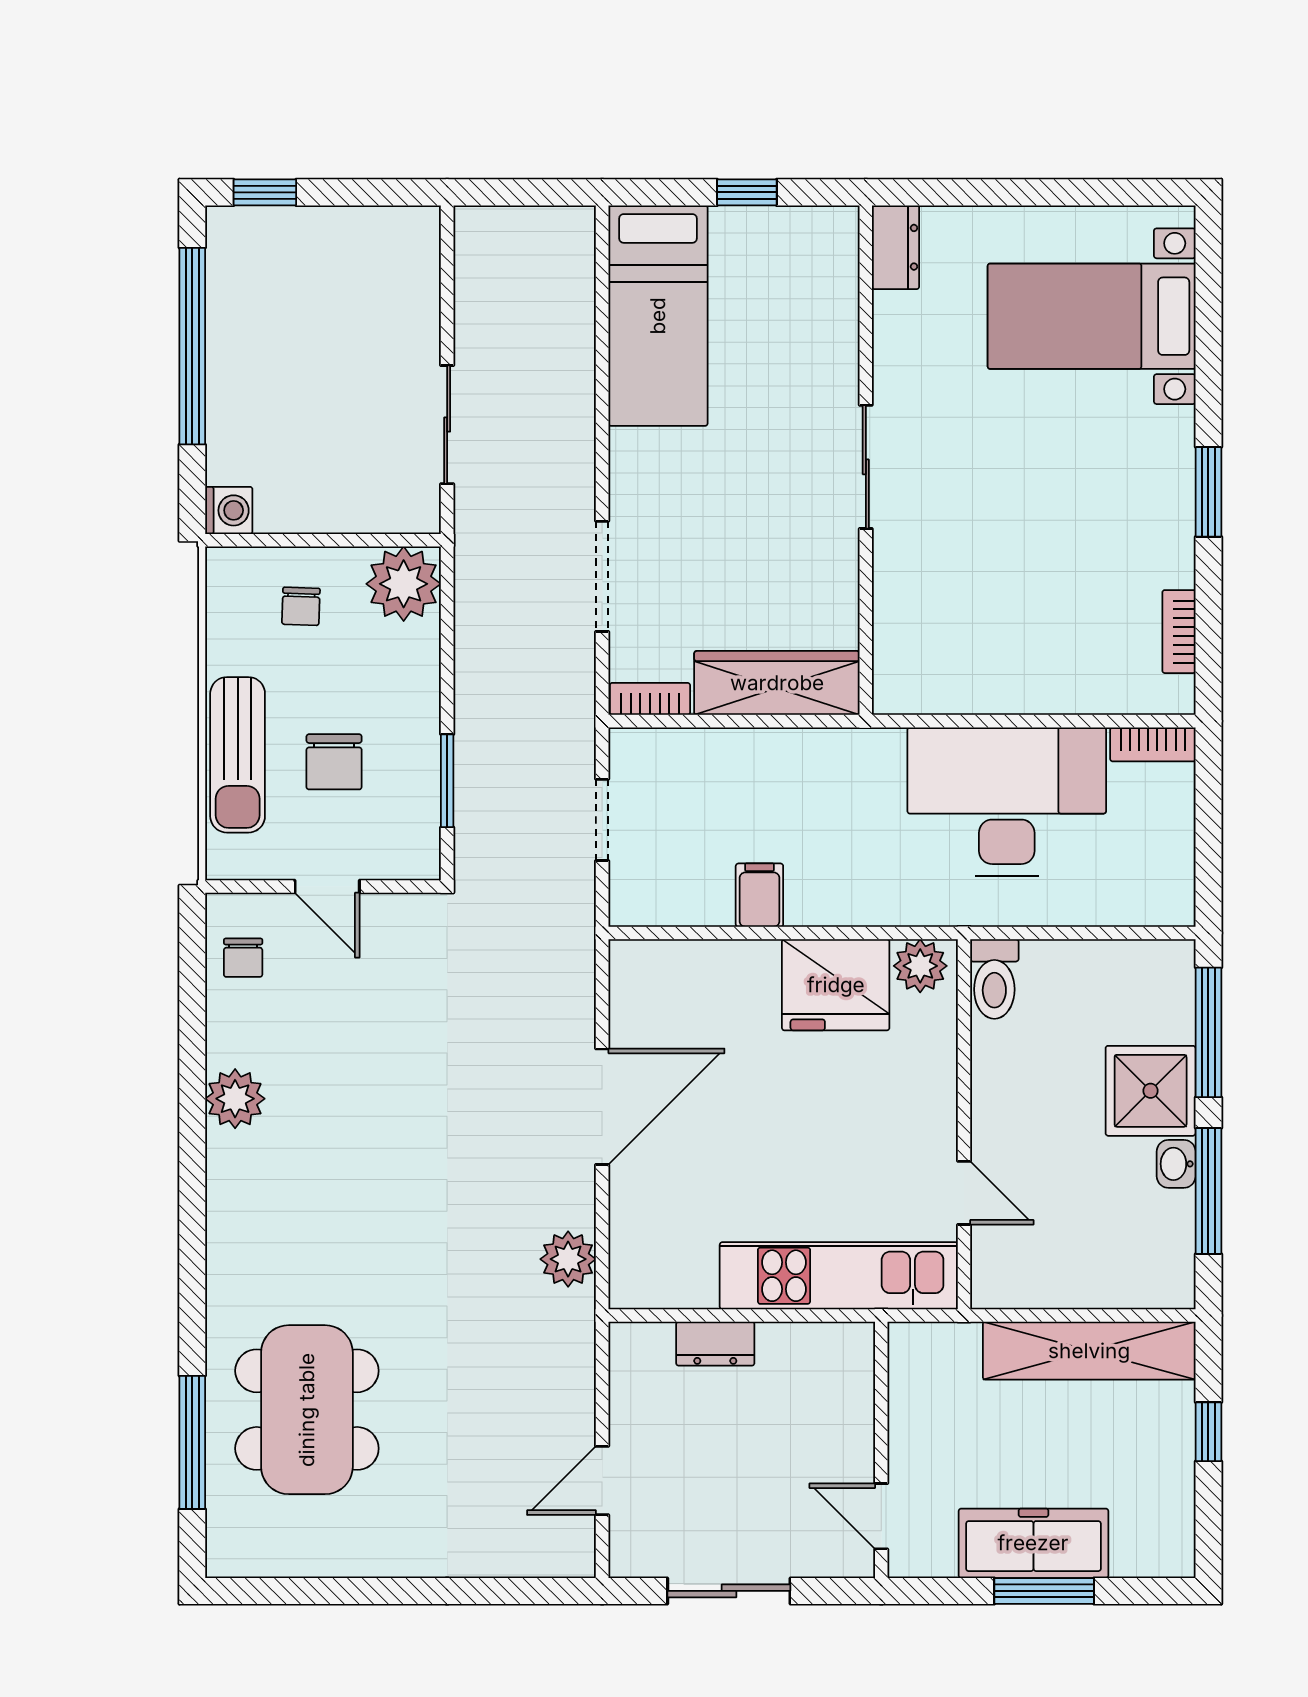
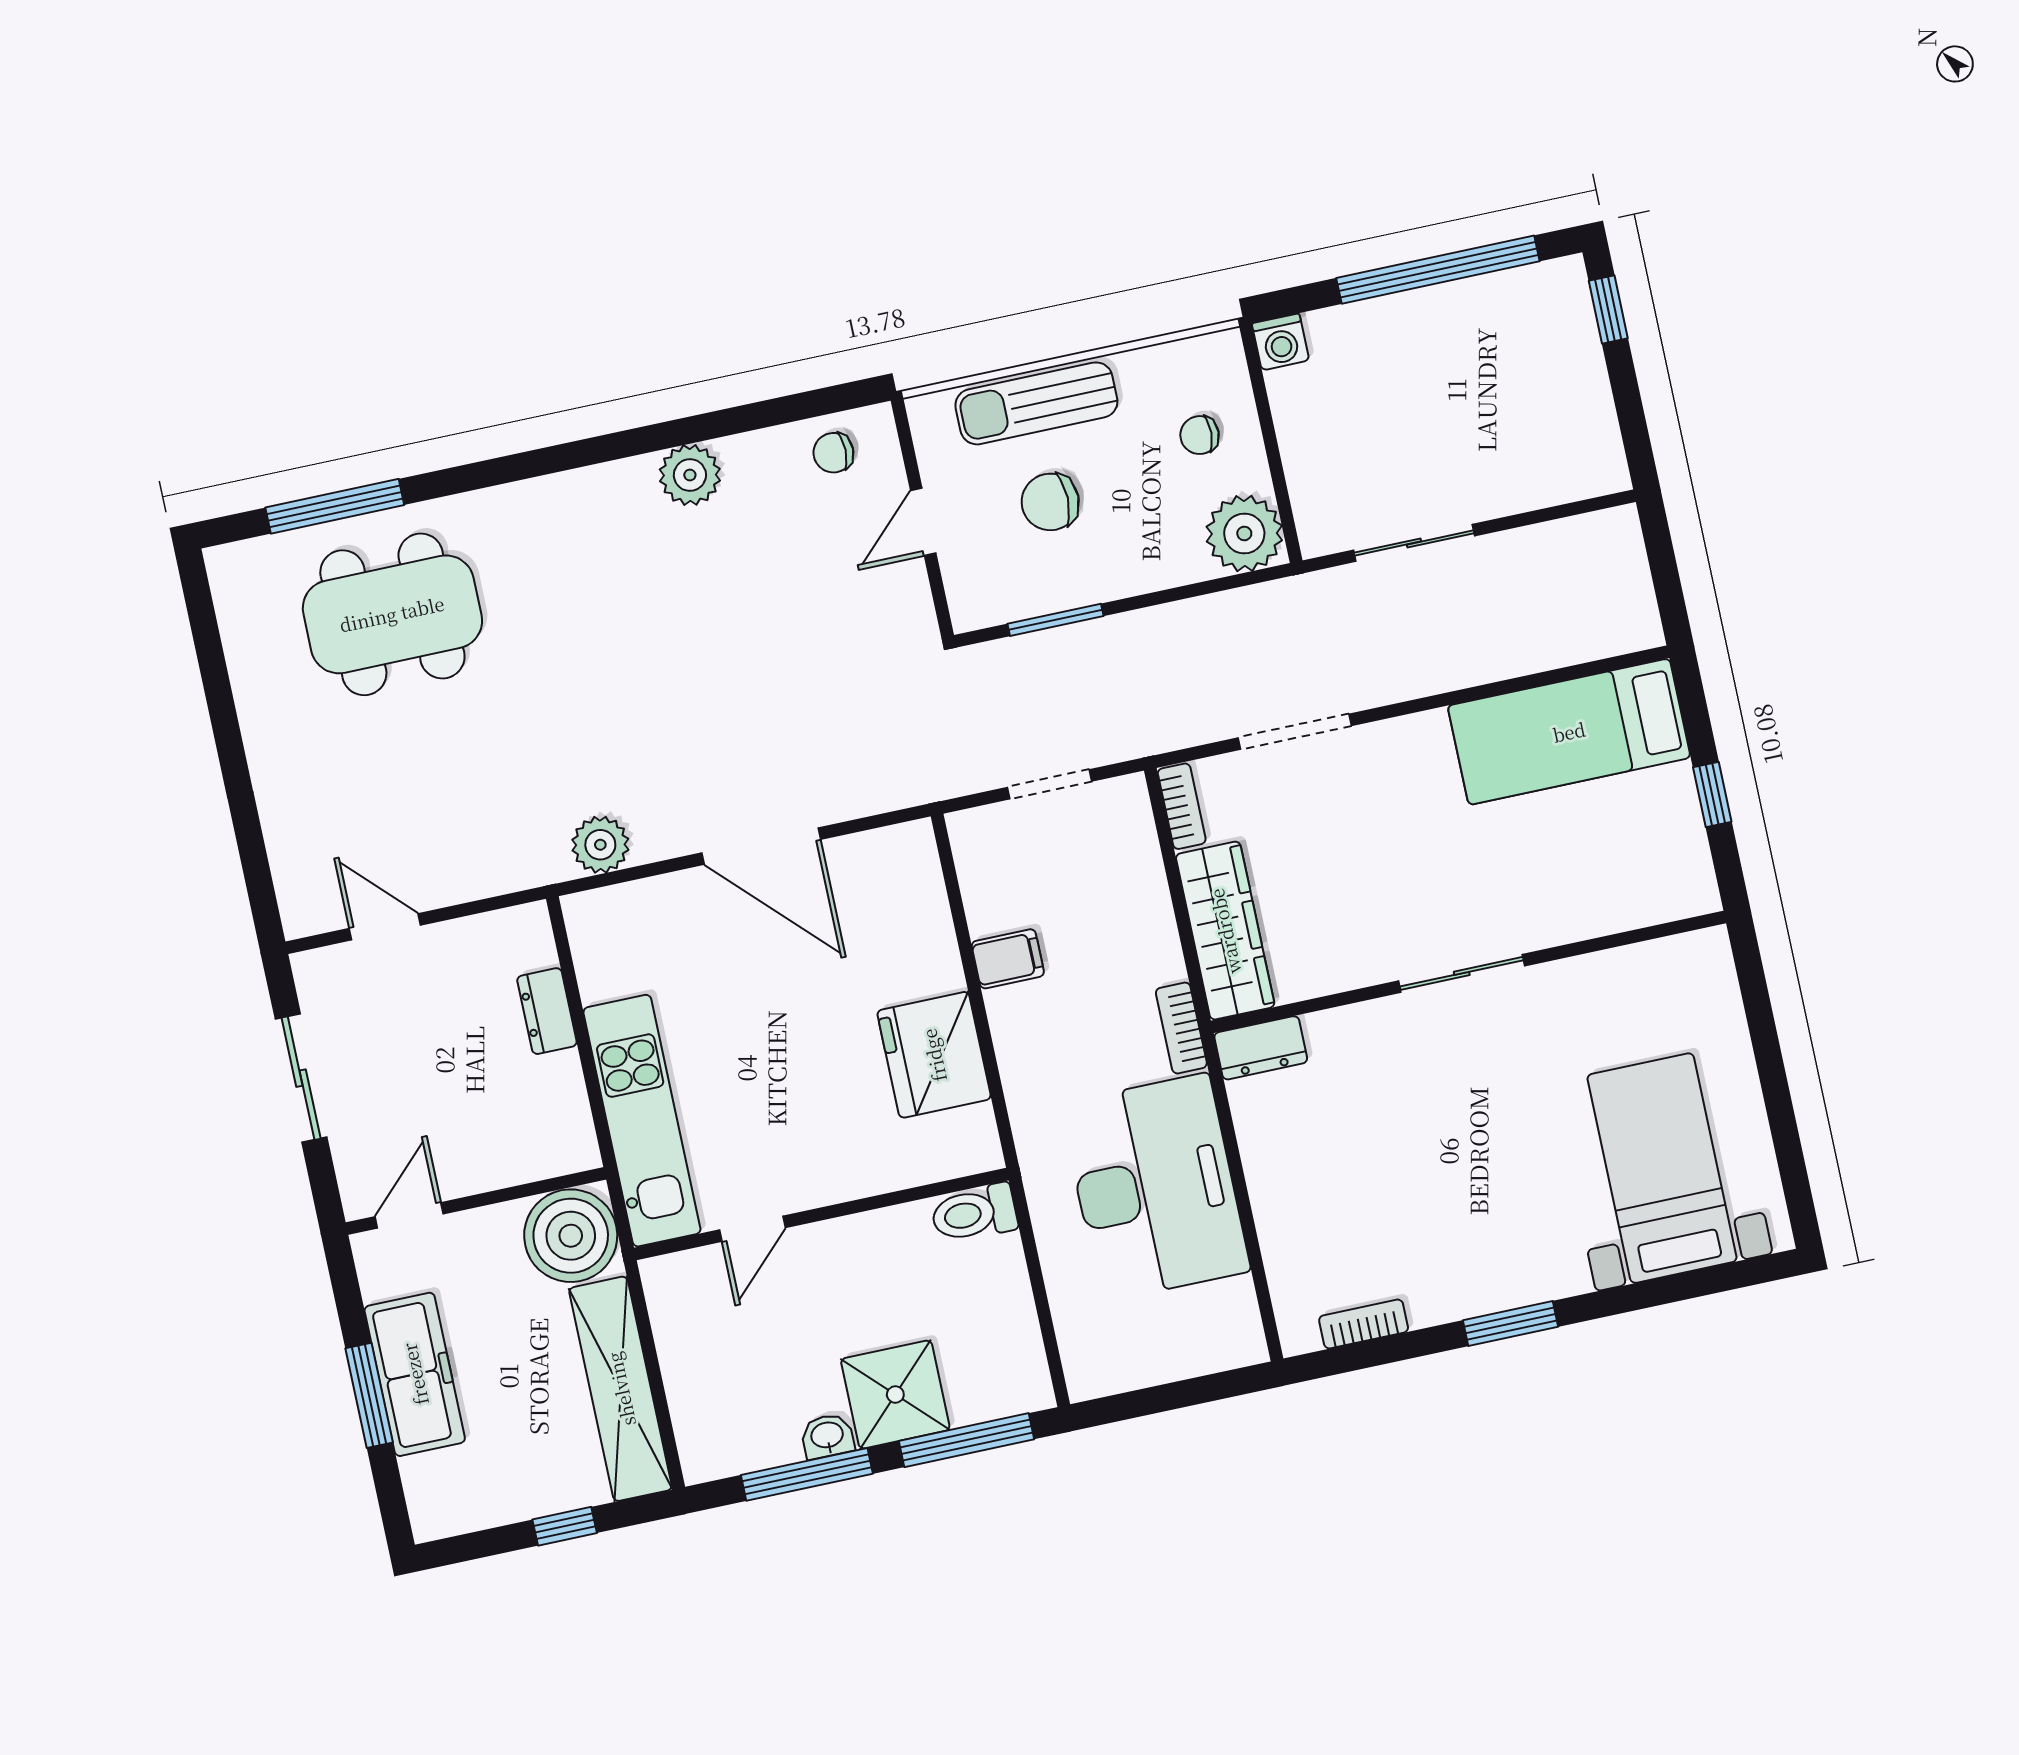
dresser: (896, 247) -> (1261, 1048), moved
bookcase: (1153, 744) -> (1181, 1028), moved
plant: (920, 966) -> (971, 1136), removed
boiler: (934, 1367) -> (571, 1236), added

